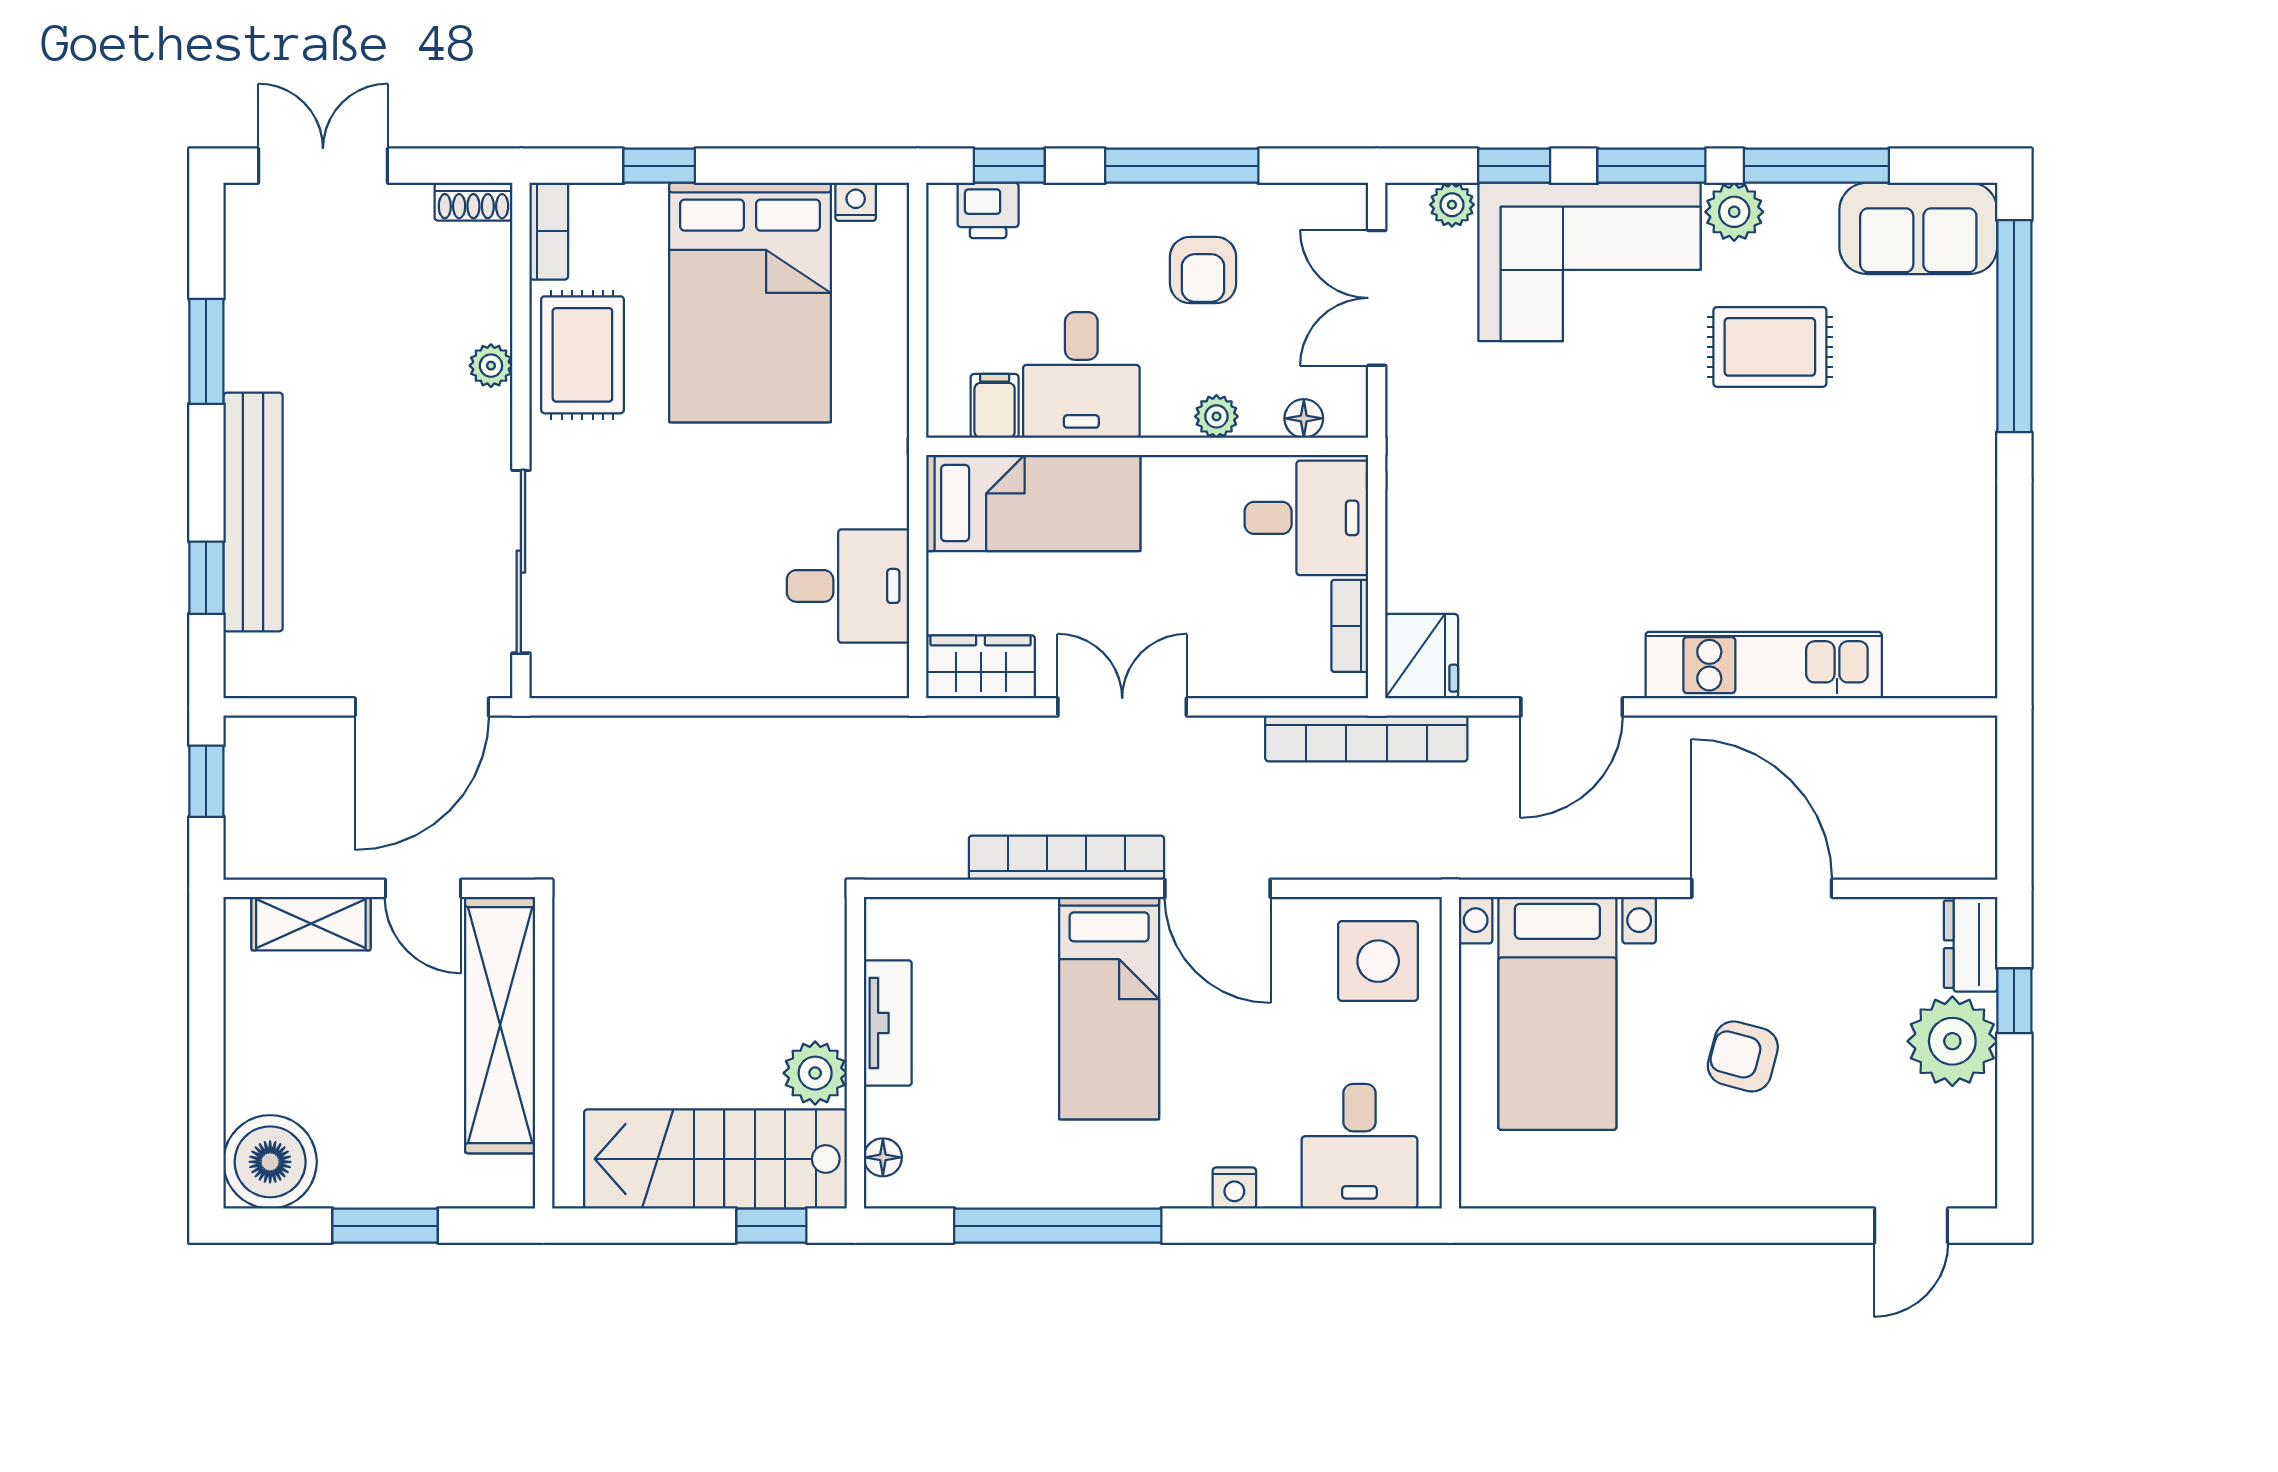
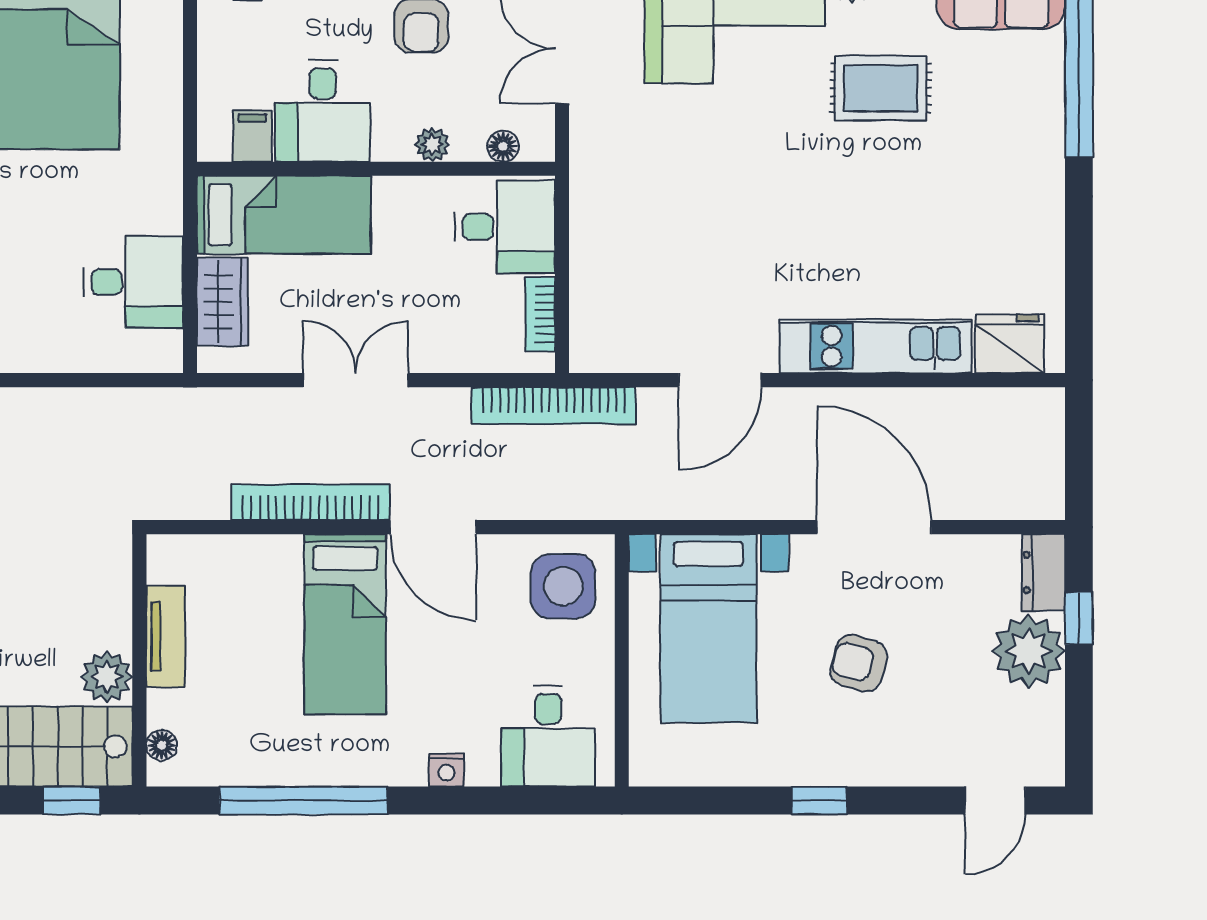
fridge: (1422, 656) -> (1009, 344), moved, turned -90
wardrobe: (981, 667) -> (222, 302), moved, turned 90
window: (1694, 1226) -> (819, 800), added

